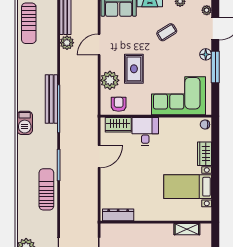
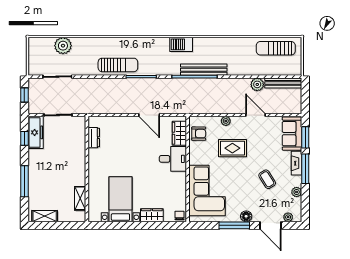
plant: (110, 80) -> (226, 121), width x0.53, depth x0.53
dresser: (118, 215) -> (94, 138), width x0.70

